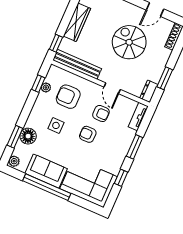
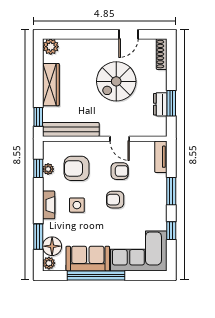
spiral stairs: (129, 42) -> (116, 81), turned -90
dresser: (149, 91) -> (160, 104), moved
fireplace: (34, 116) -> (49, 205), added
floor lamp: (28, 136) -> (52, 246), moved

